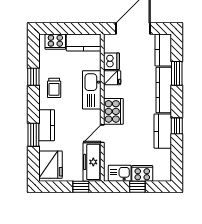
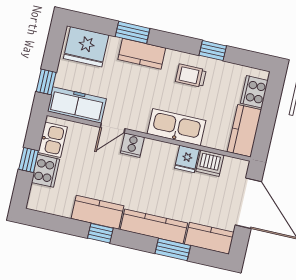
cooker: (113, 111) -> (132, 145), width x0.53, depth x0.76
door: (102, 134) -> (113, 128), swing flipped

